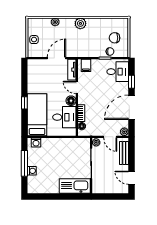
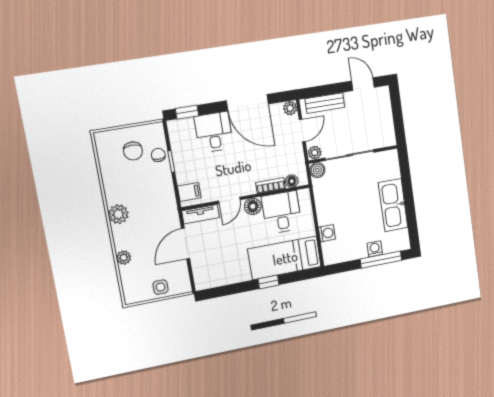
door: (57, 58) -> (186, 244), hinge flipped
desk: (118, 72) -> (214, 132), moved
window: (131, 82) -> (187, 112), moved
boiler: (86, 142) -> (317, 170), added
washing machine: (36, 143) -> (327, 233), moved
window: (24, 163) -> (381, 260), moved
door: (131, 178) -> (363, 84), swing flipped
kitchen sink: (75, 186) -> (393, 205), moved

